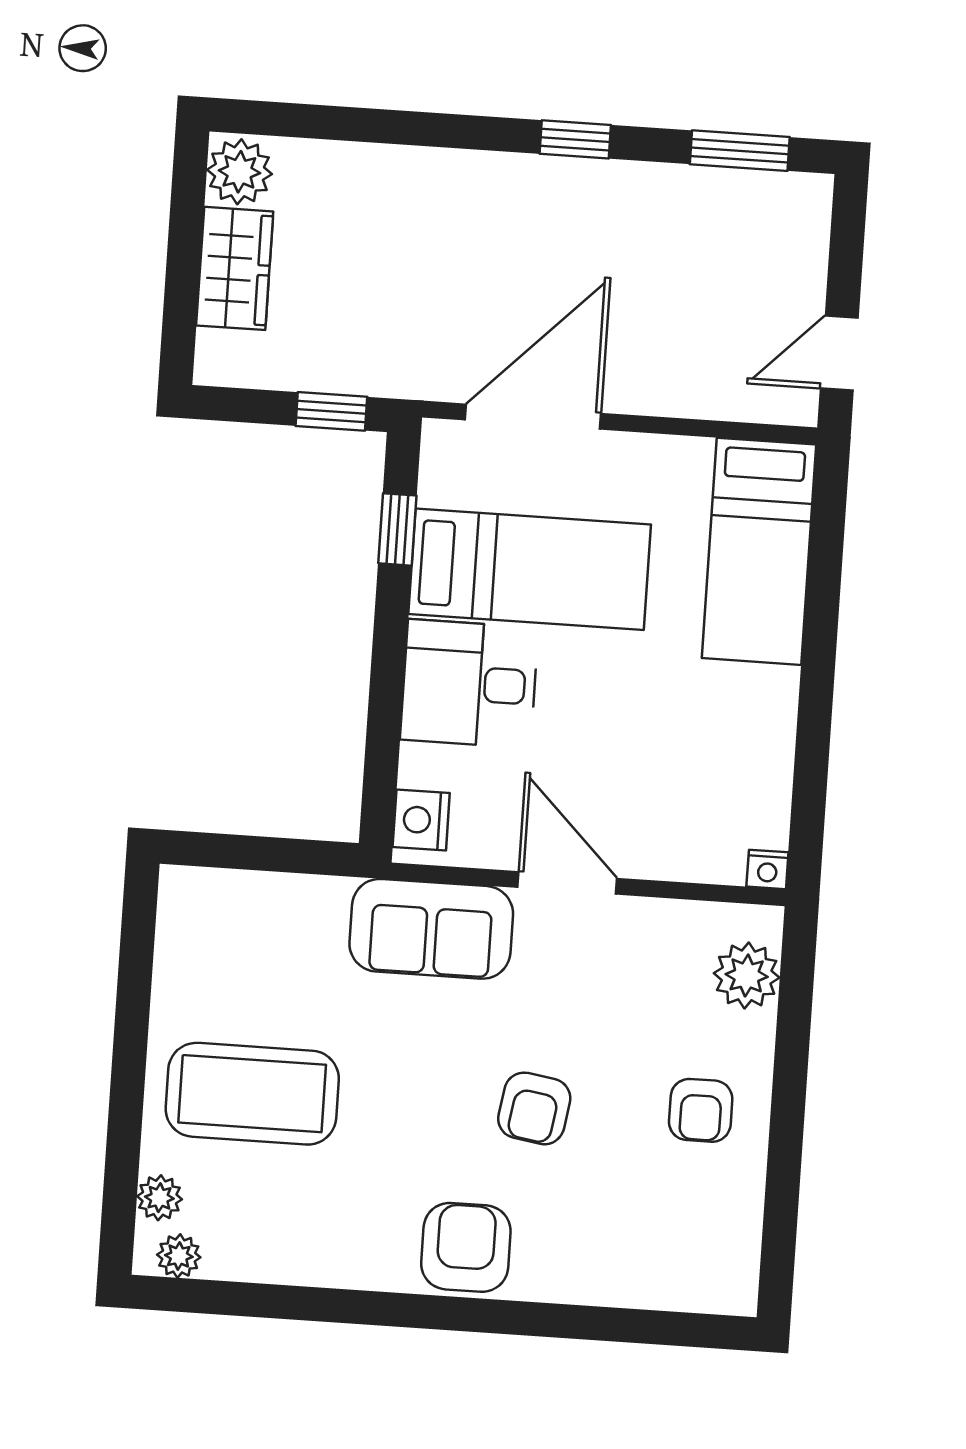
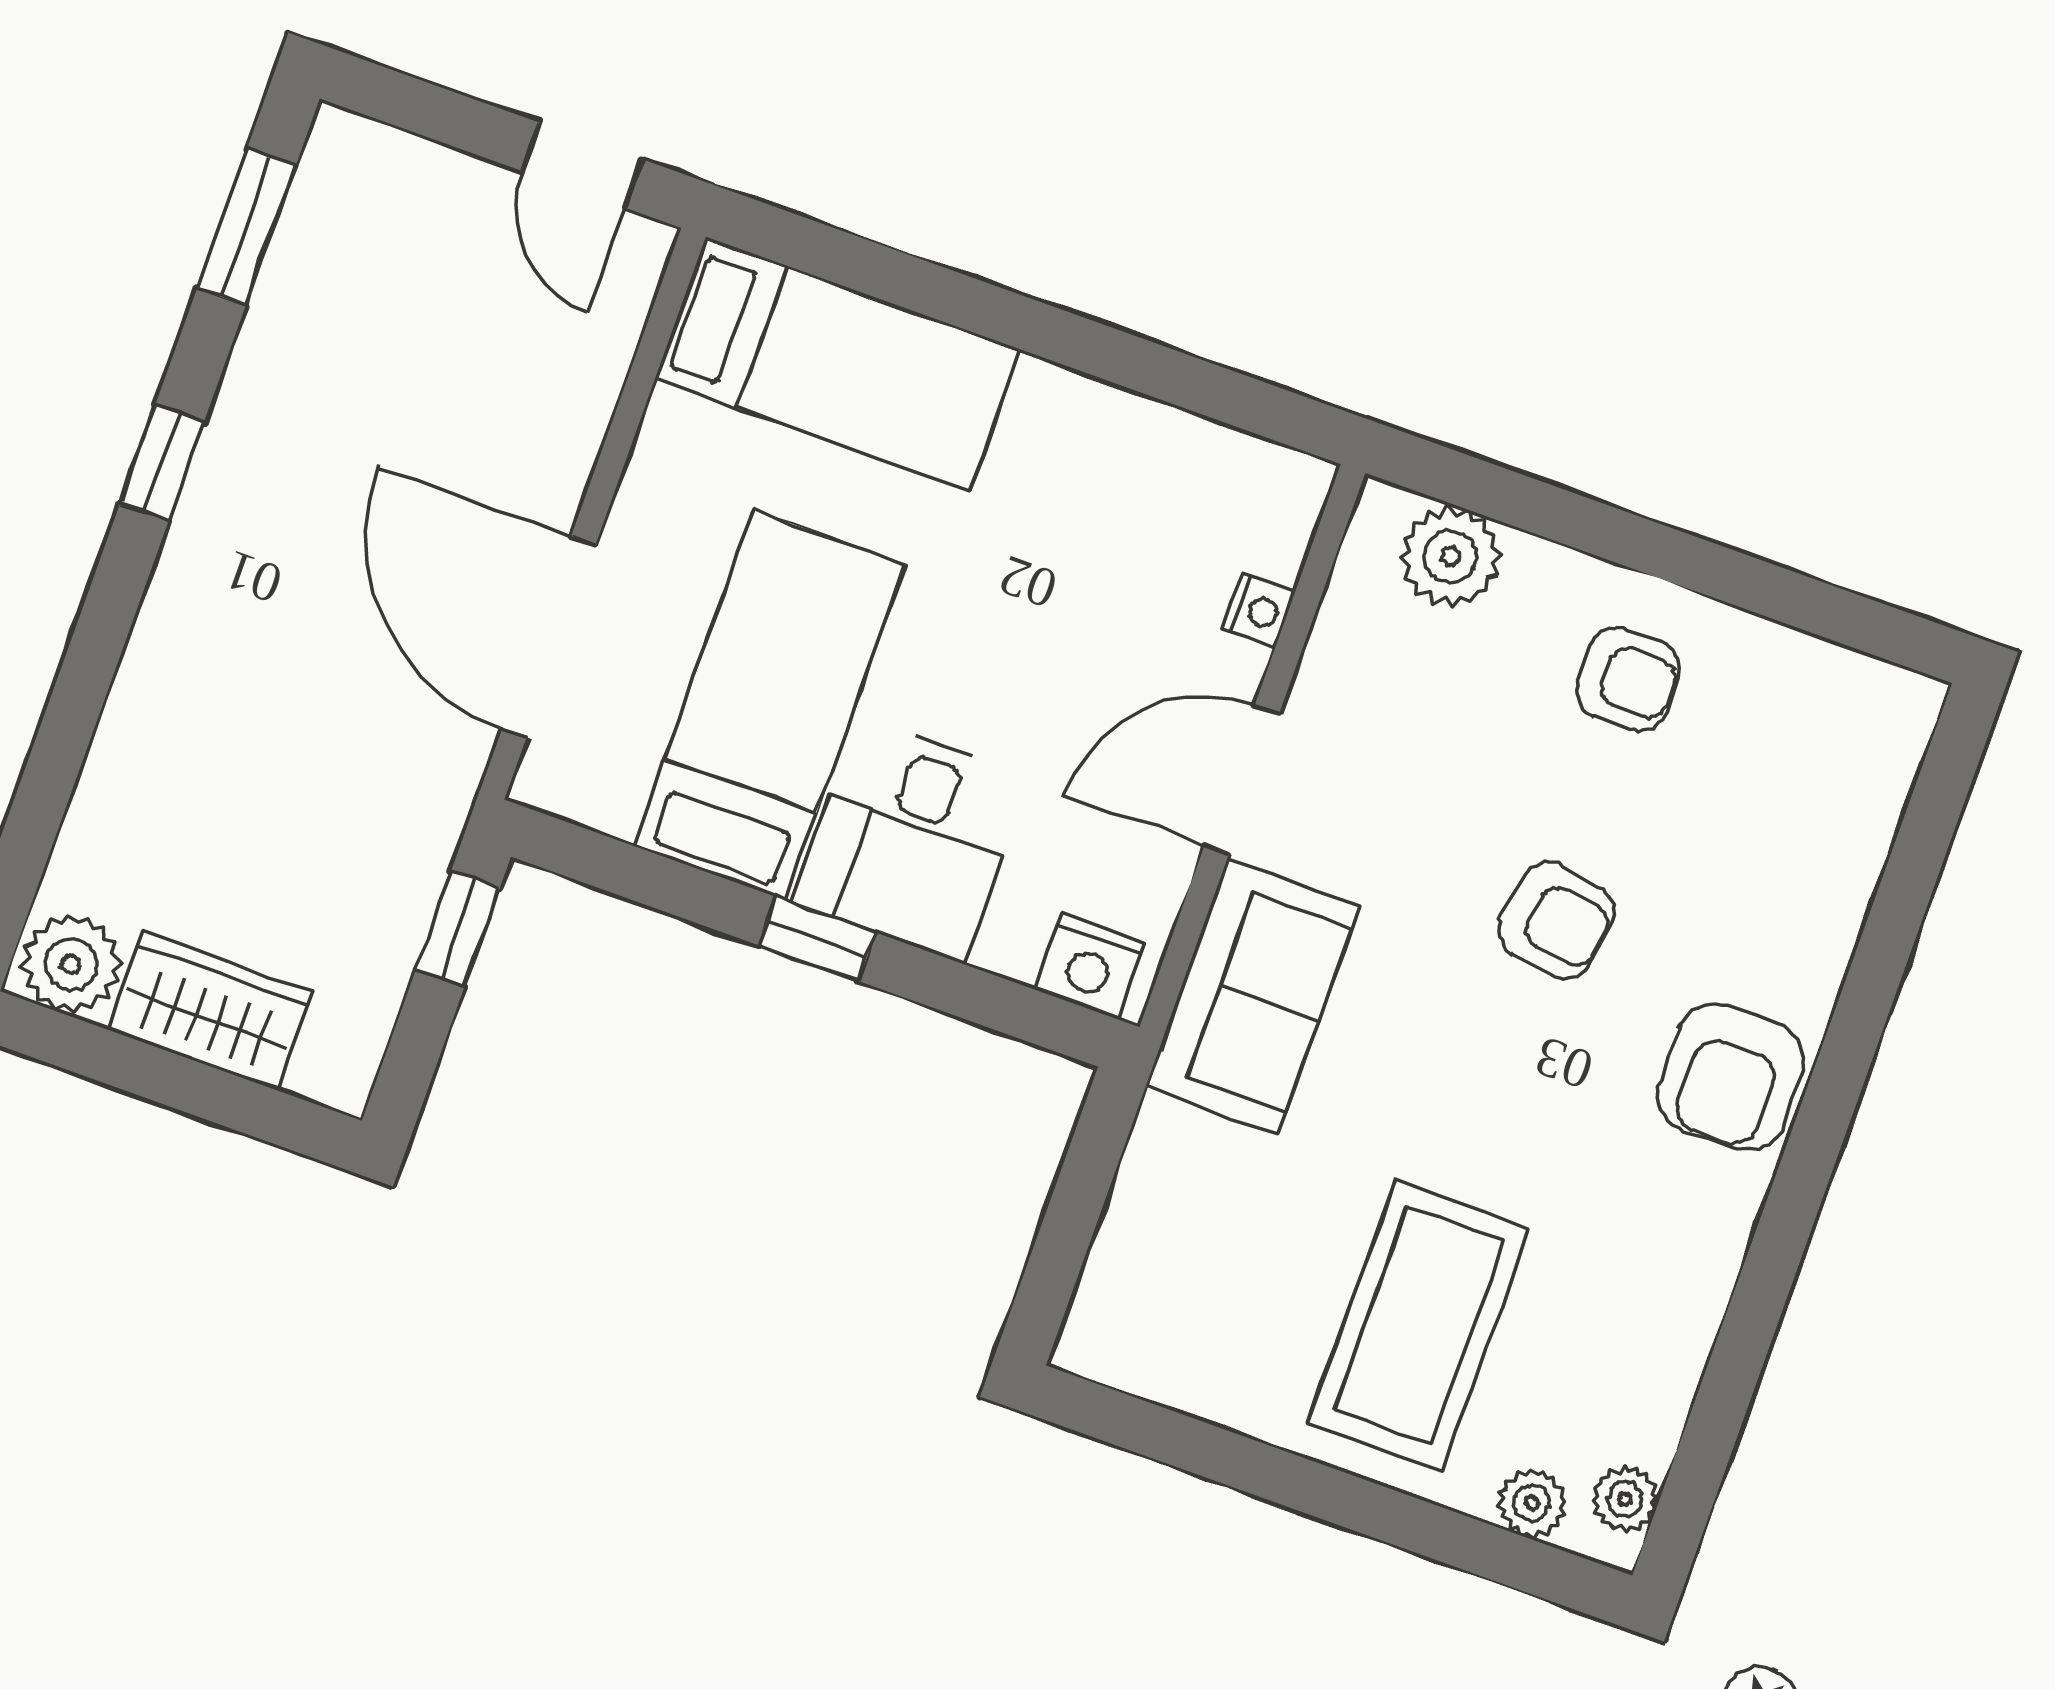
window: (397, 529) -> (817, 939), moved
nightstand: (767, 869) -> (1259, 610), moved
armchair: (466, 1247) -> (1731, 1077), turned -90

